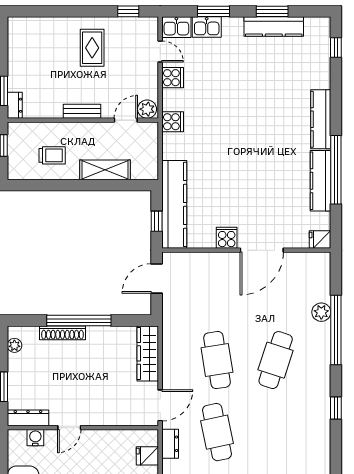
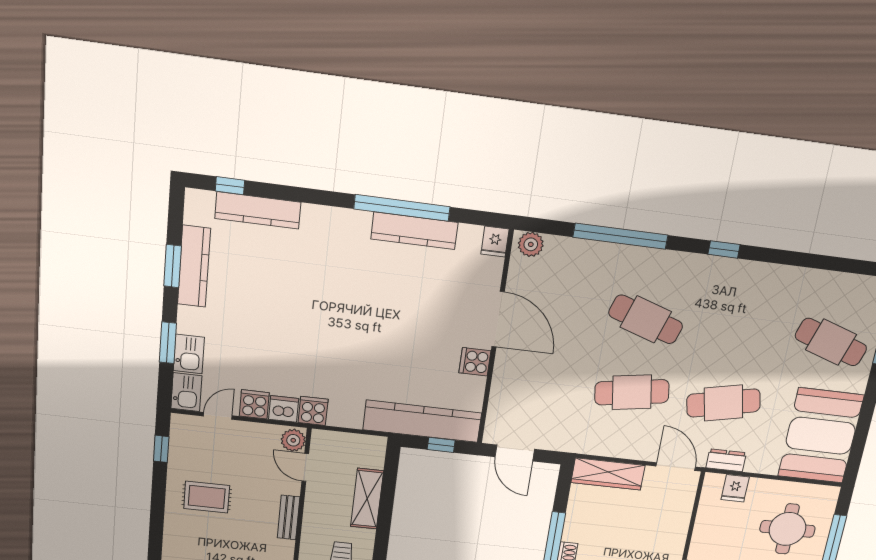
dishwasher: (172, 100) -> (284, 409), added
kitchen counter: (321, 119) -> (258, 210), moved
plant: (321, 312) -> (531, 244), moved

